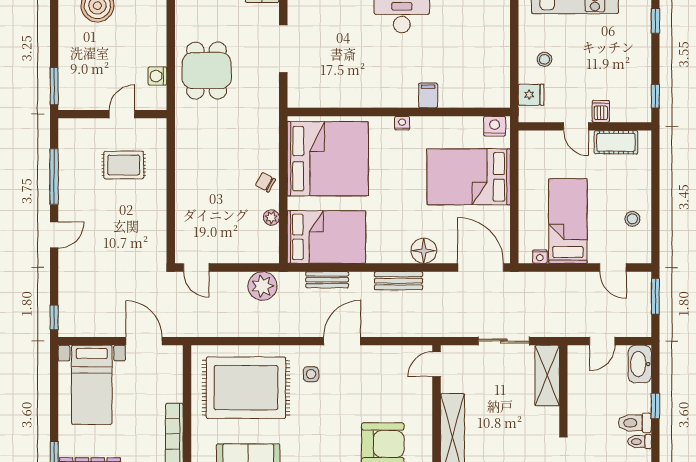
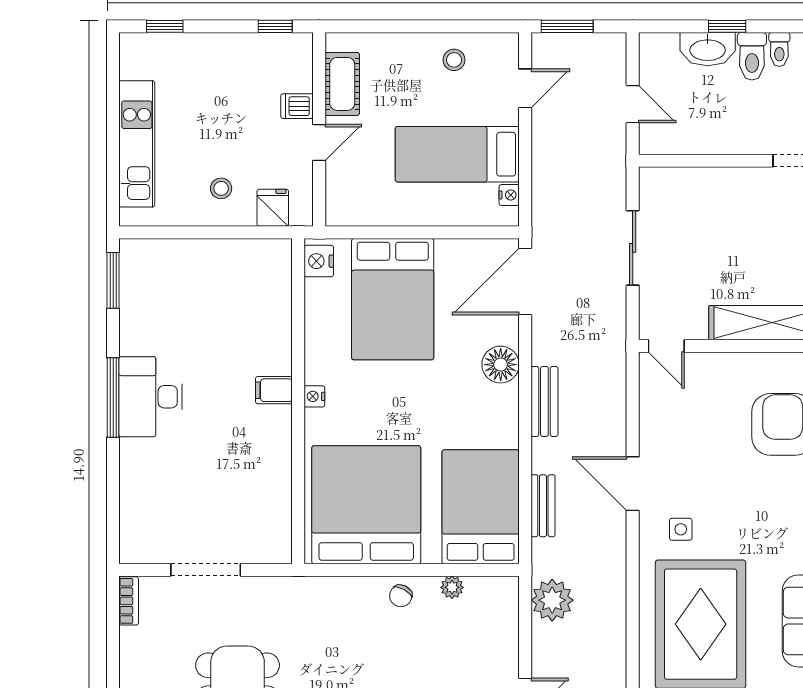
filing cabinet: (428, 95) -> (274, 390), moved
washbasin: (640, 364) -> (708, 49), moved
shelving: (547, 376) -> (683, 184), removed

